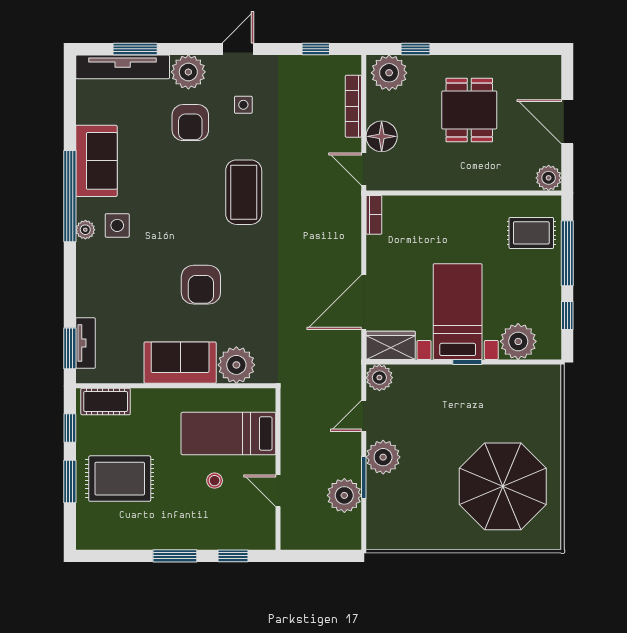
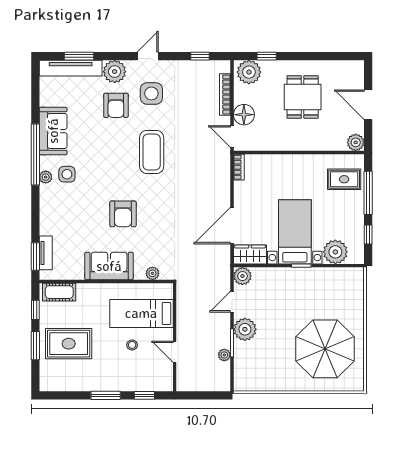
side table: (243, 105) -> (151, 93), width x1.87, depth x1.87
plant: (236, 365) -> (152, 273), width x0.53, depth x0.53
plant: (344, 495) -> (224, 355), width x0.53, depth x0.53

